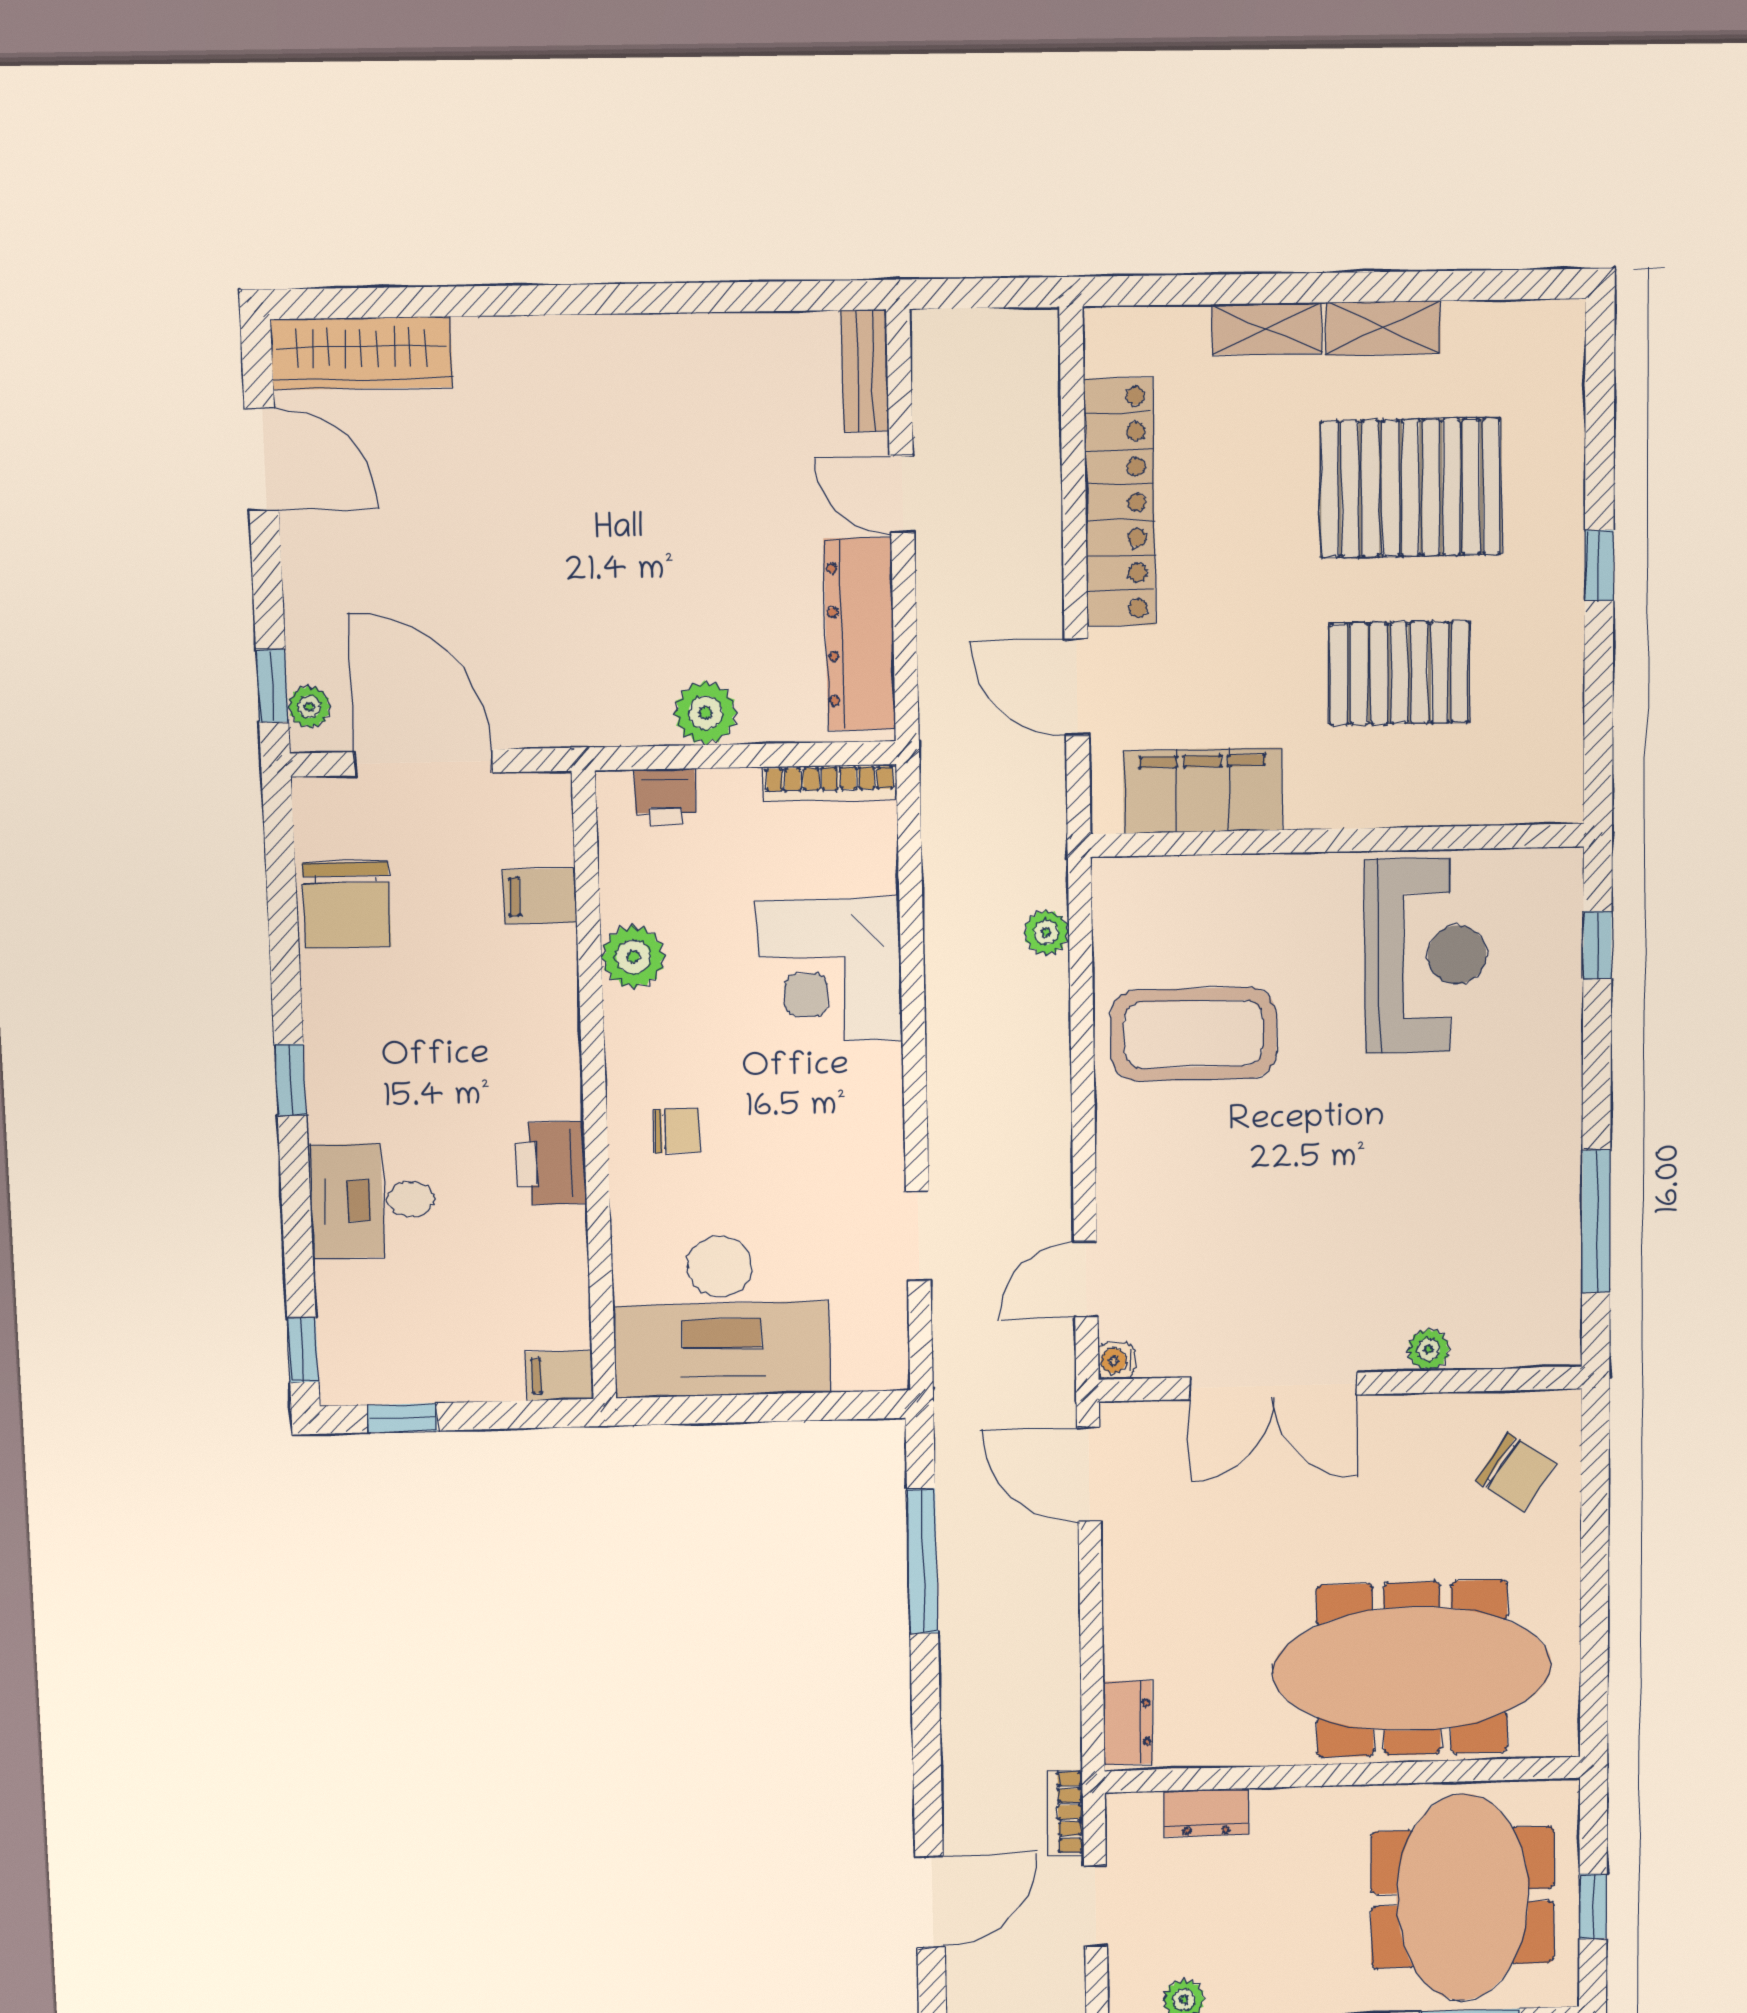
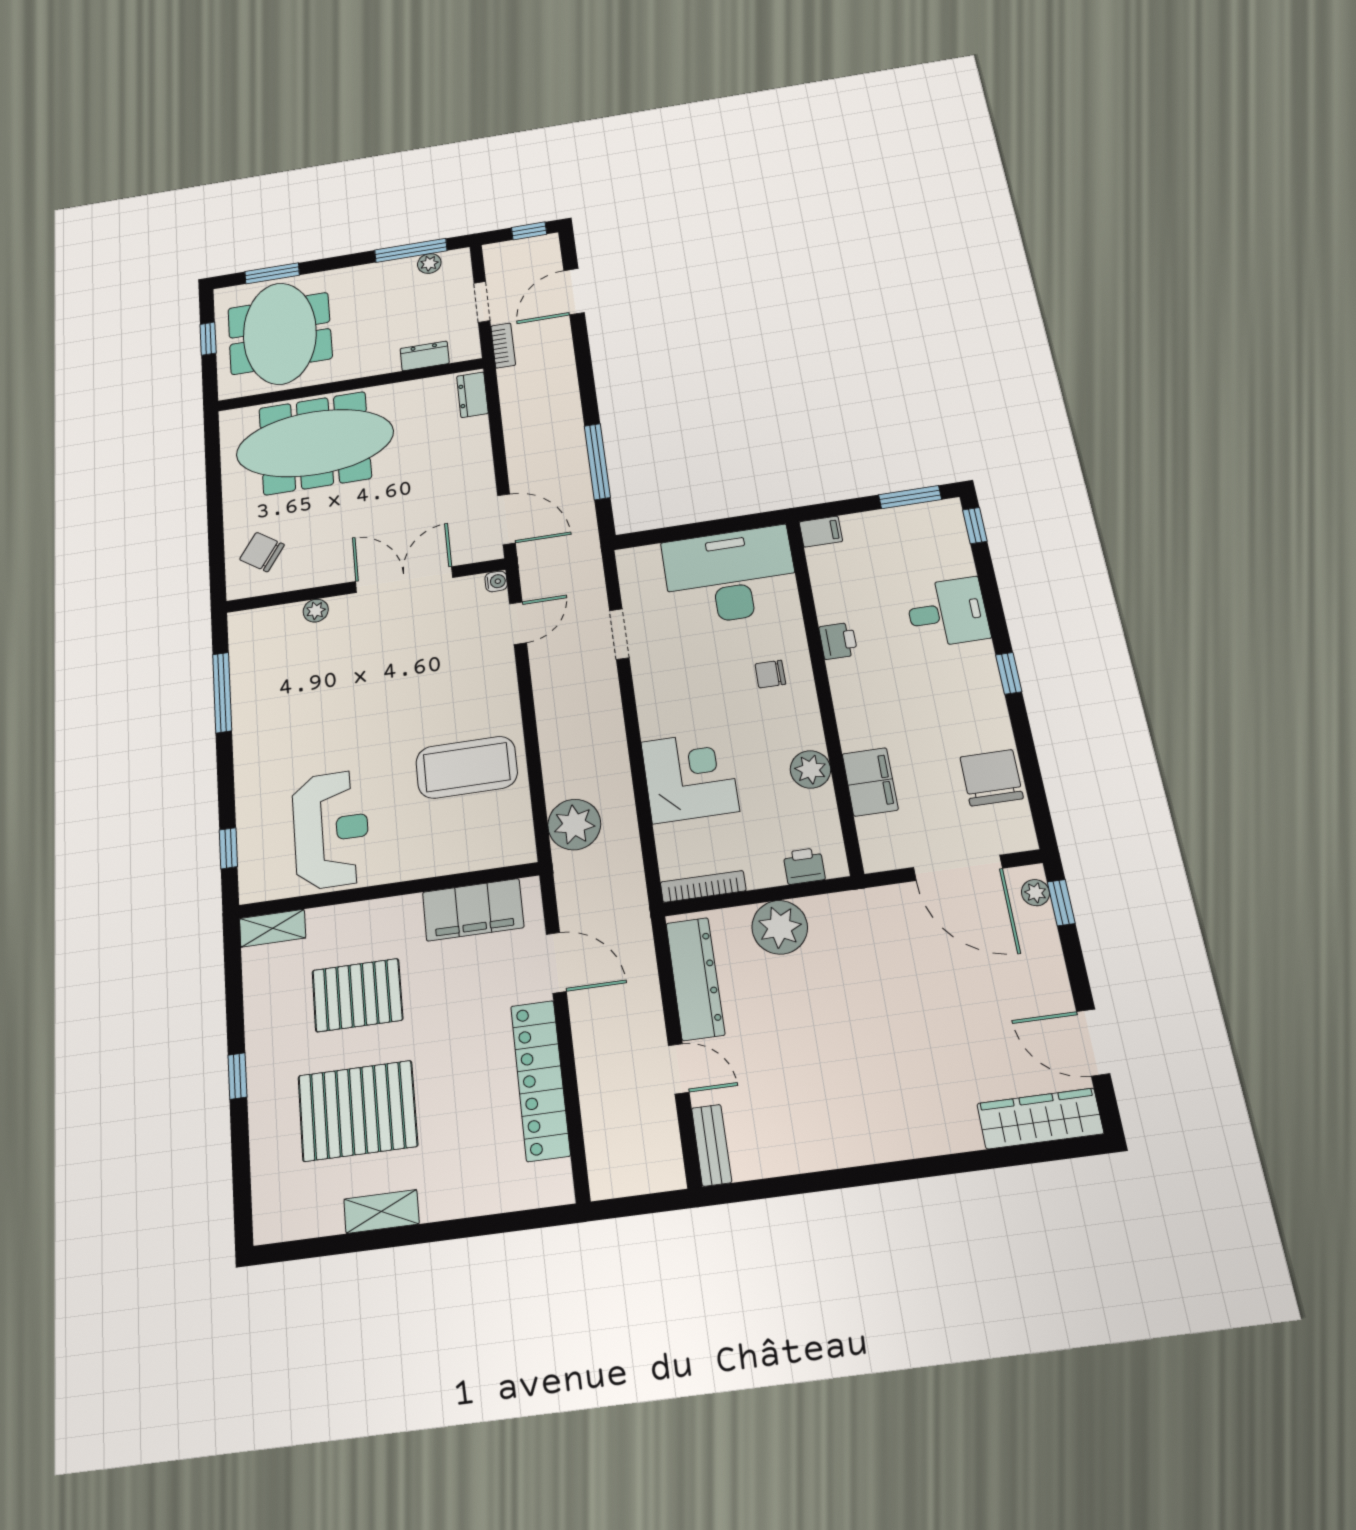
shelving: (1267, 329) -> (273, 928), moved
plant: (705, 713) -> (780, 927), width x1.36, depth x1.36
filing cabinet: (540, 896) -> (870, 782), width x2.00
plant: (1046, 933) -> (574, 825), width x1.88, depth x1.88
reception desk: (1425, 956) -> (331, 830), turned 180
printer: (551, 1163) -> (838, 641), width x0.73, depth x0.81
window: (402, 1418) -> (910, 497), width x1.50

